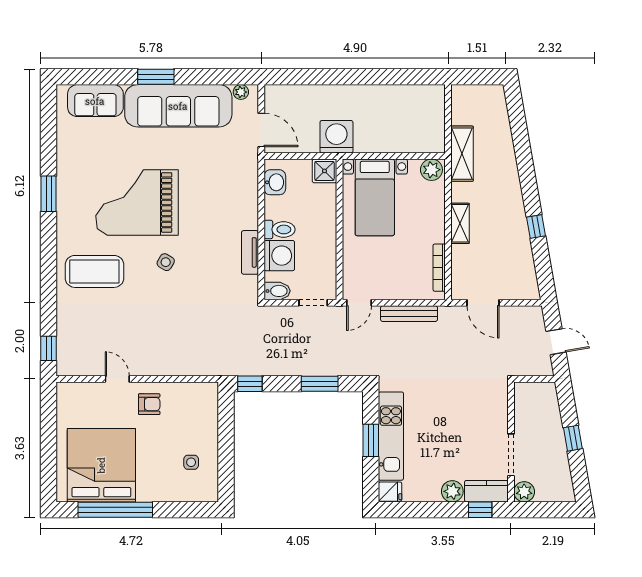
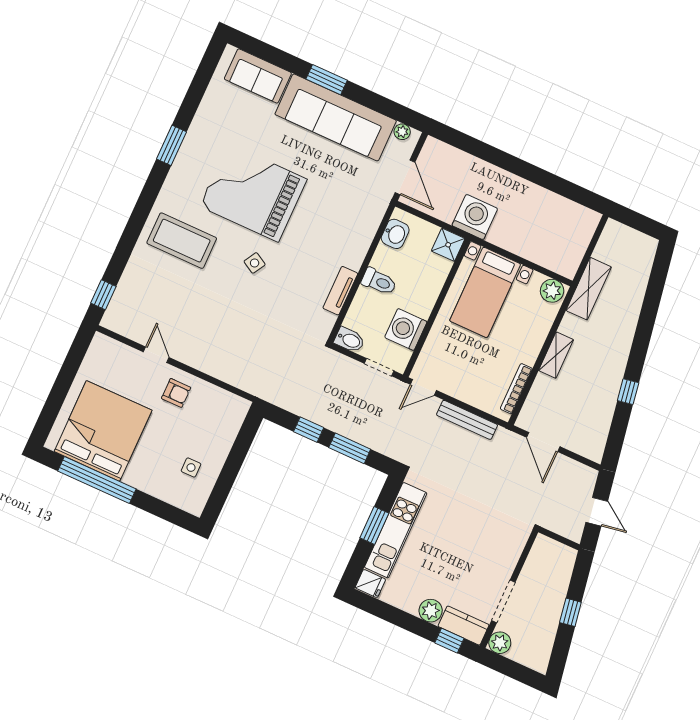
washing machine: (279, 256) -> (406, 330), moved, turned 180
window: (250, 384) -> (309, 430), moved

